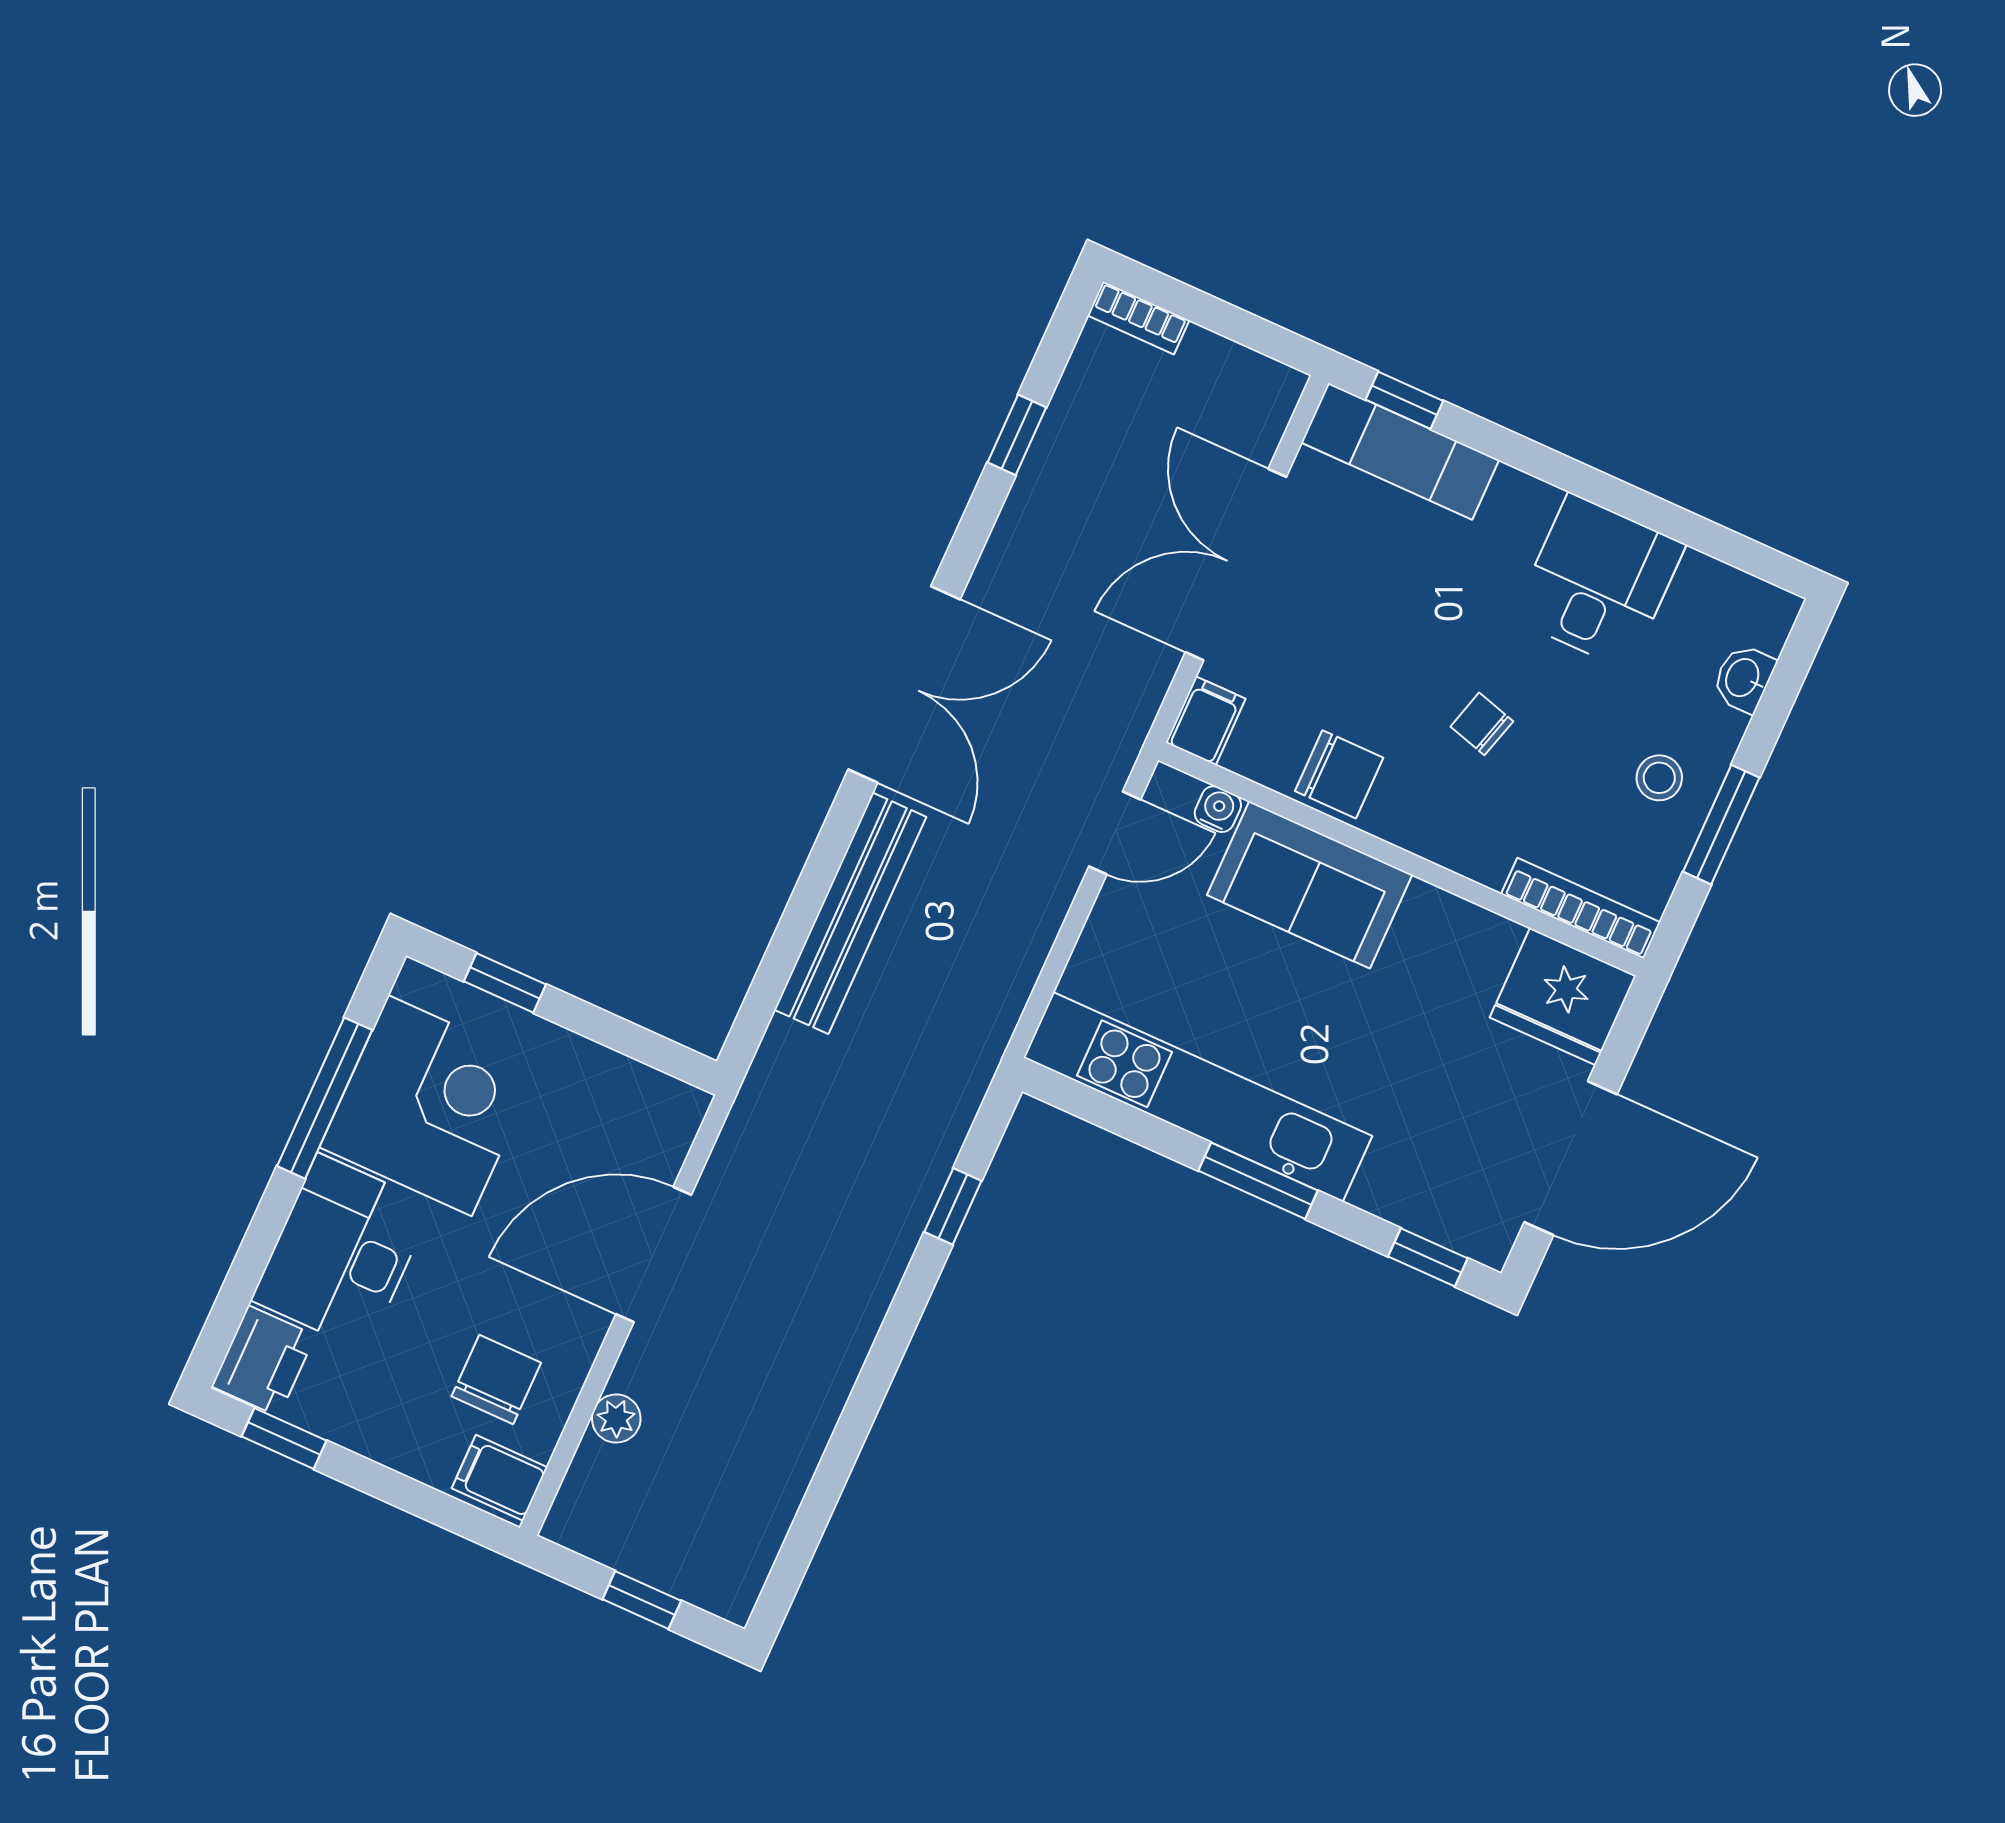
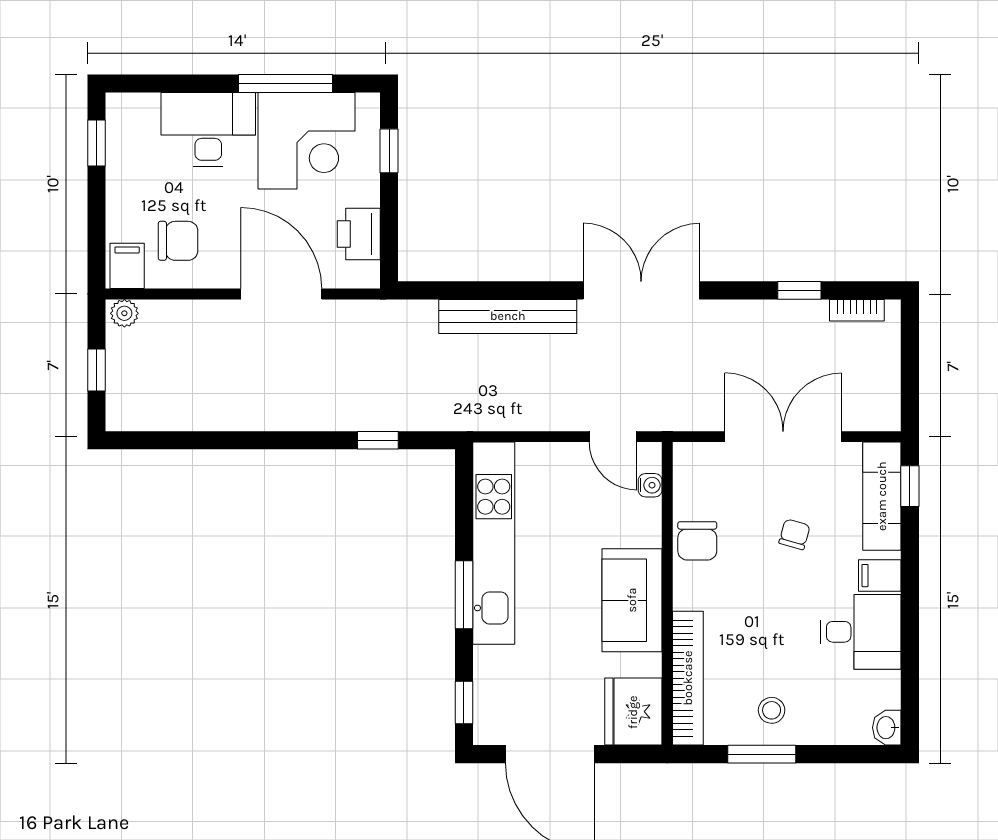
bookcase: (1138, 318) -> (857, 310), moved, turned -90
washbasin: (1744, 678) -> (887, 728), moved, turned -90
double door: (904, 684) -> (641, 290), swing flipped
filing cabinet: (1206, 721) -> (880, 576), moved, turned 180
chair: (1482, 724) -> (794, 534), moved
sofa: (1310, 885) -> (632, 600), moved
bookcase: (1581, 908) -> (688, 678), width x1.48, depth x1.31
printer: (263, 1361) -> (359, 234), moved, turned 90
plant: (616, 1418) -> (124, 313), moved

